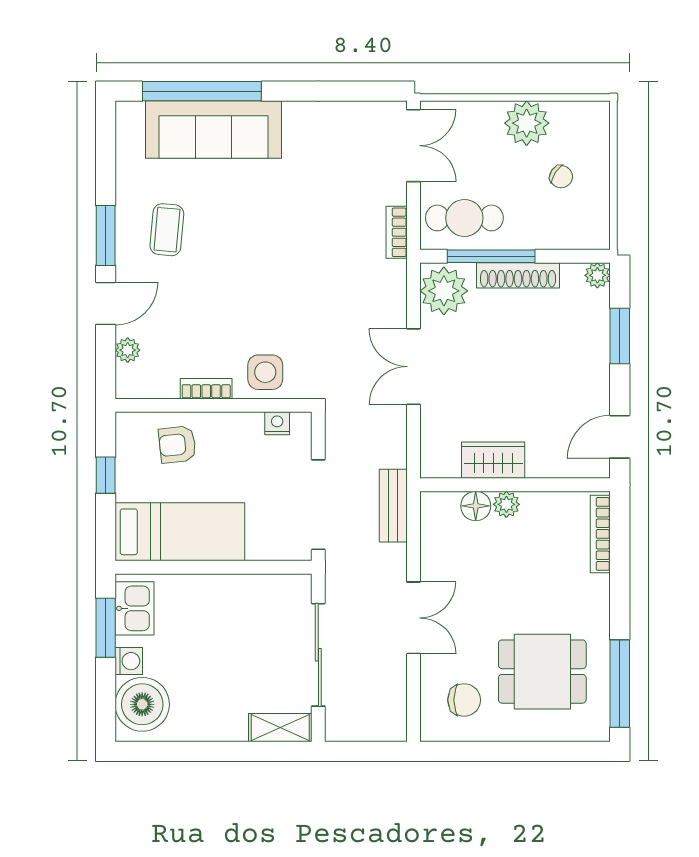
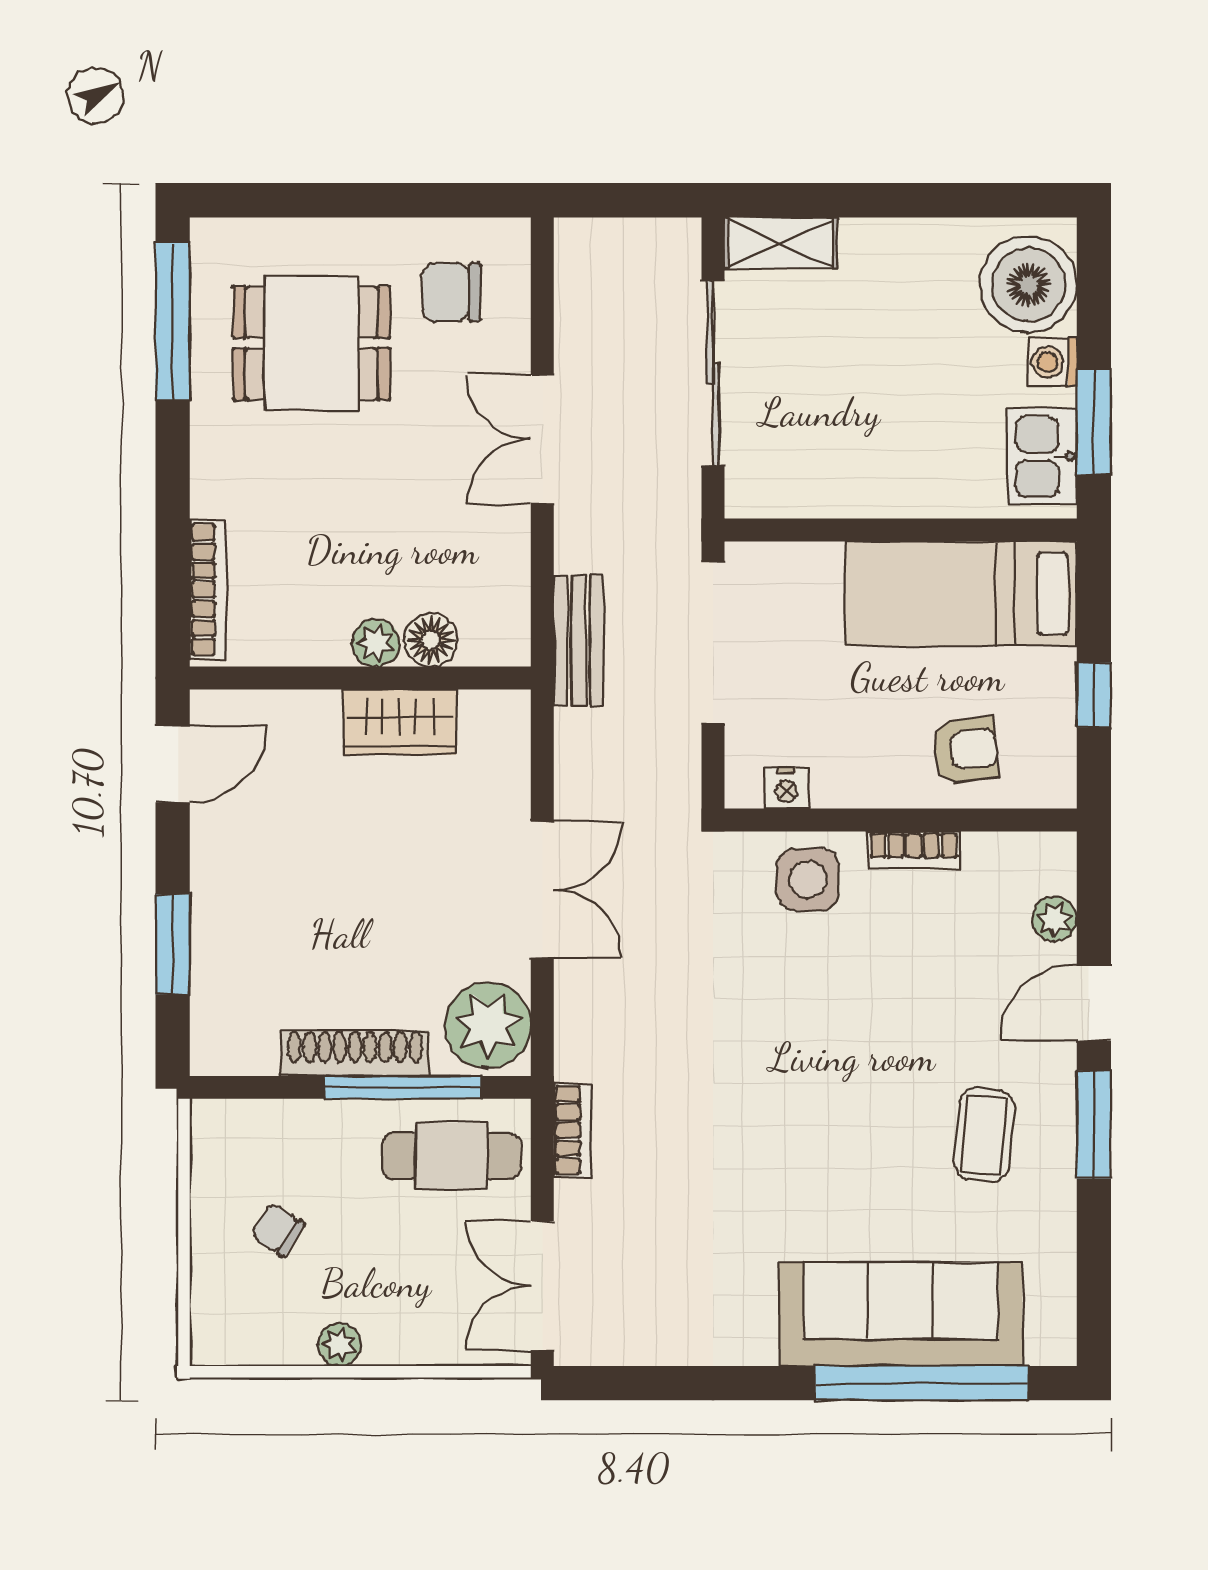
plant: (527, 123) -> (339, 1345), width x0.53, depth x0.53
plant: (597, 275) -> (213, 1053), removed

